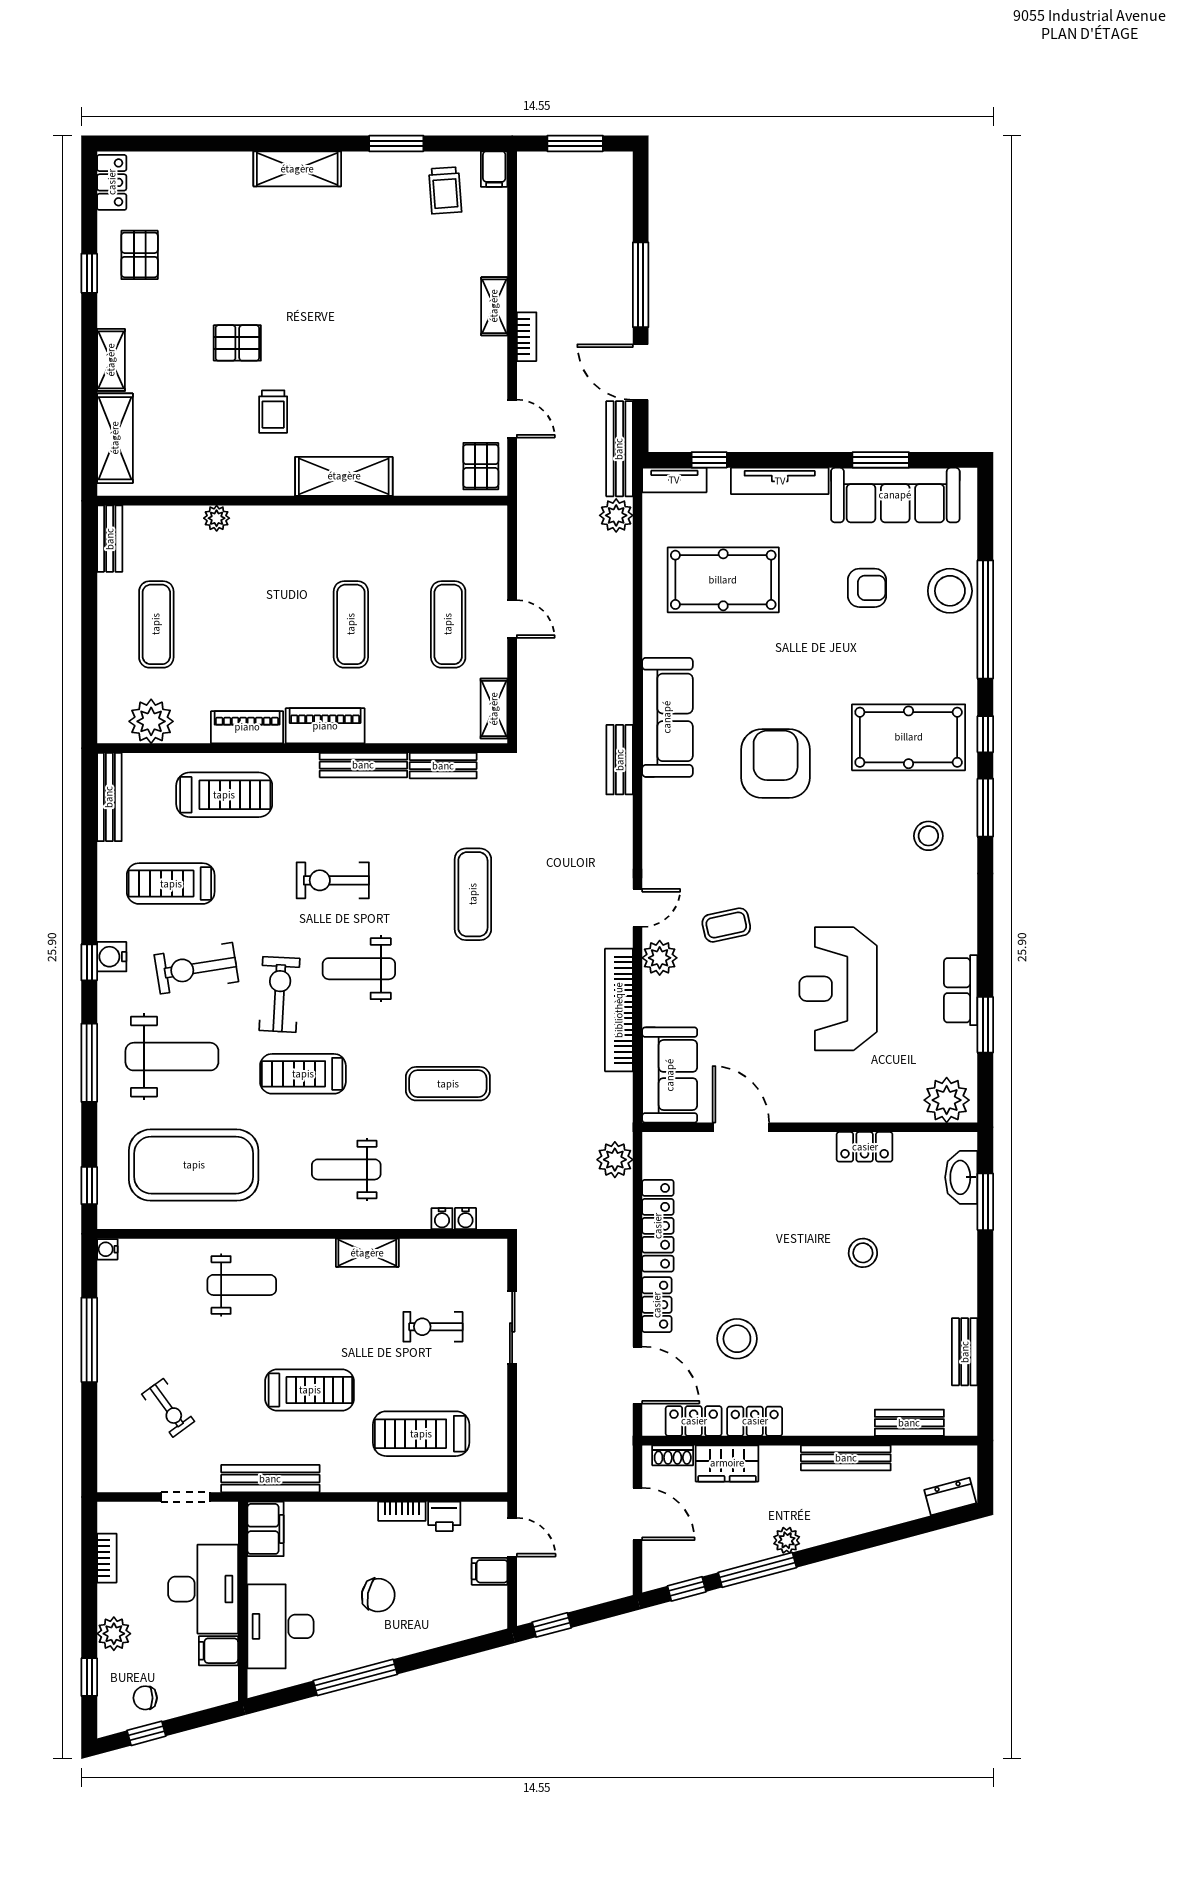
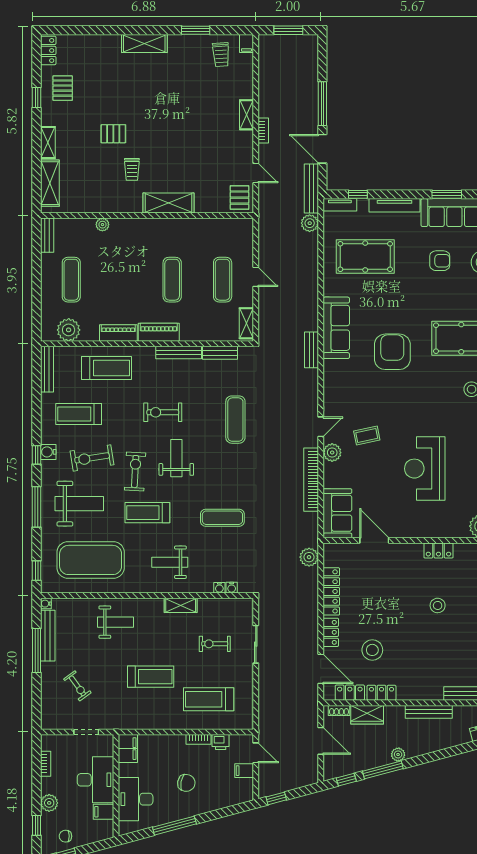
weight bench: (359, 969) -> (176, 458), turned 90
bench: (270, 1479) -> (48, 636), moved, turned 90

